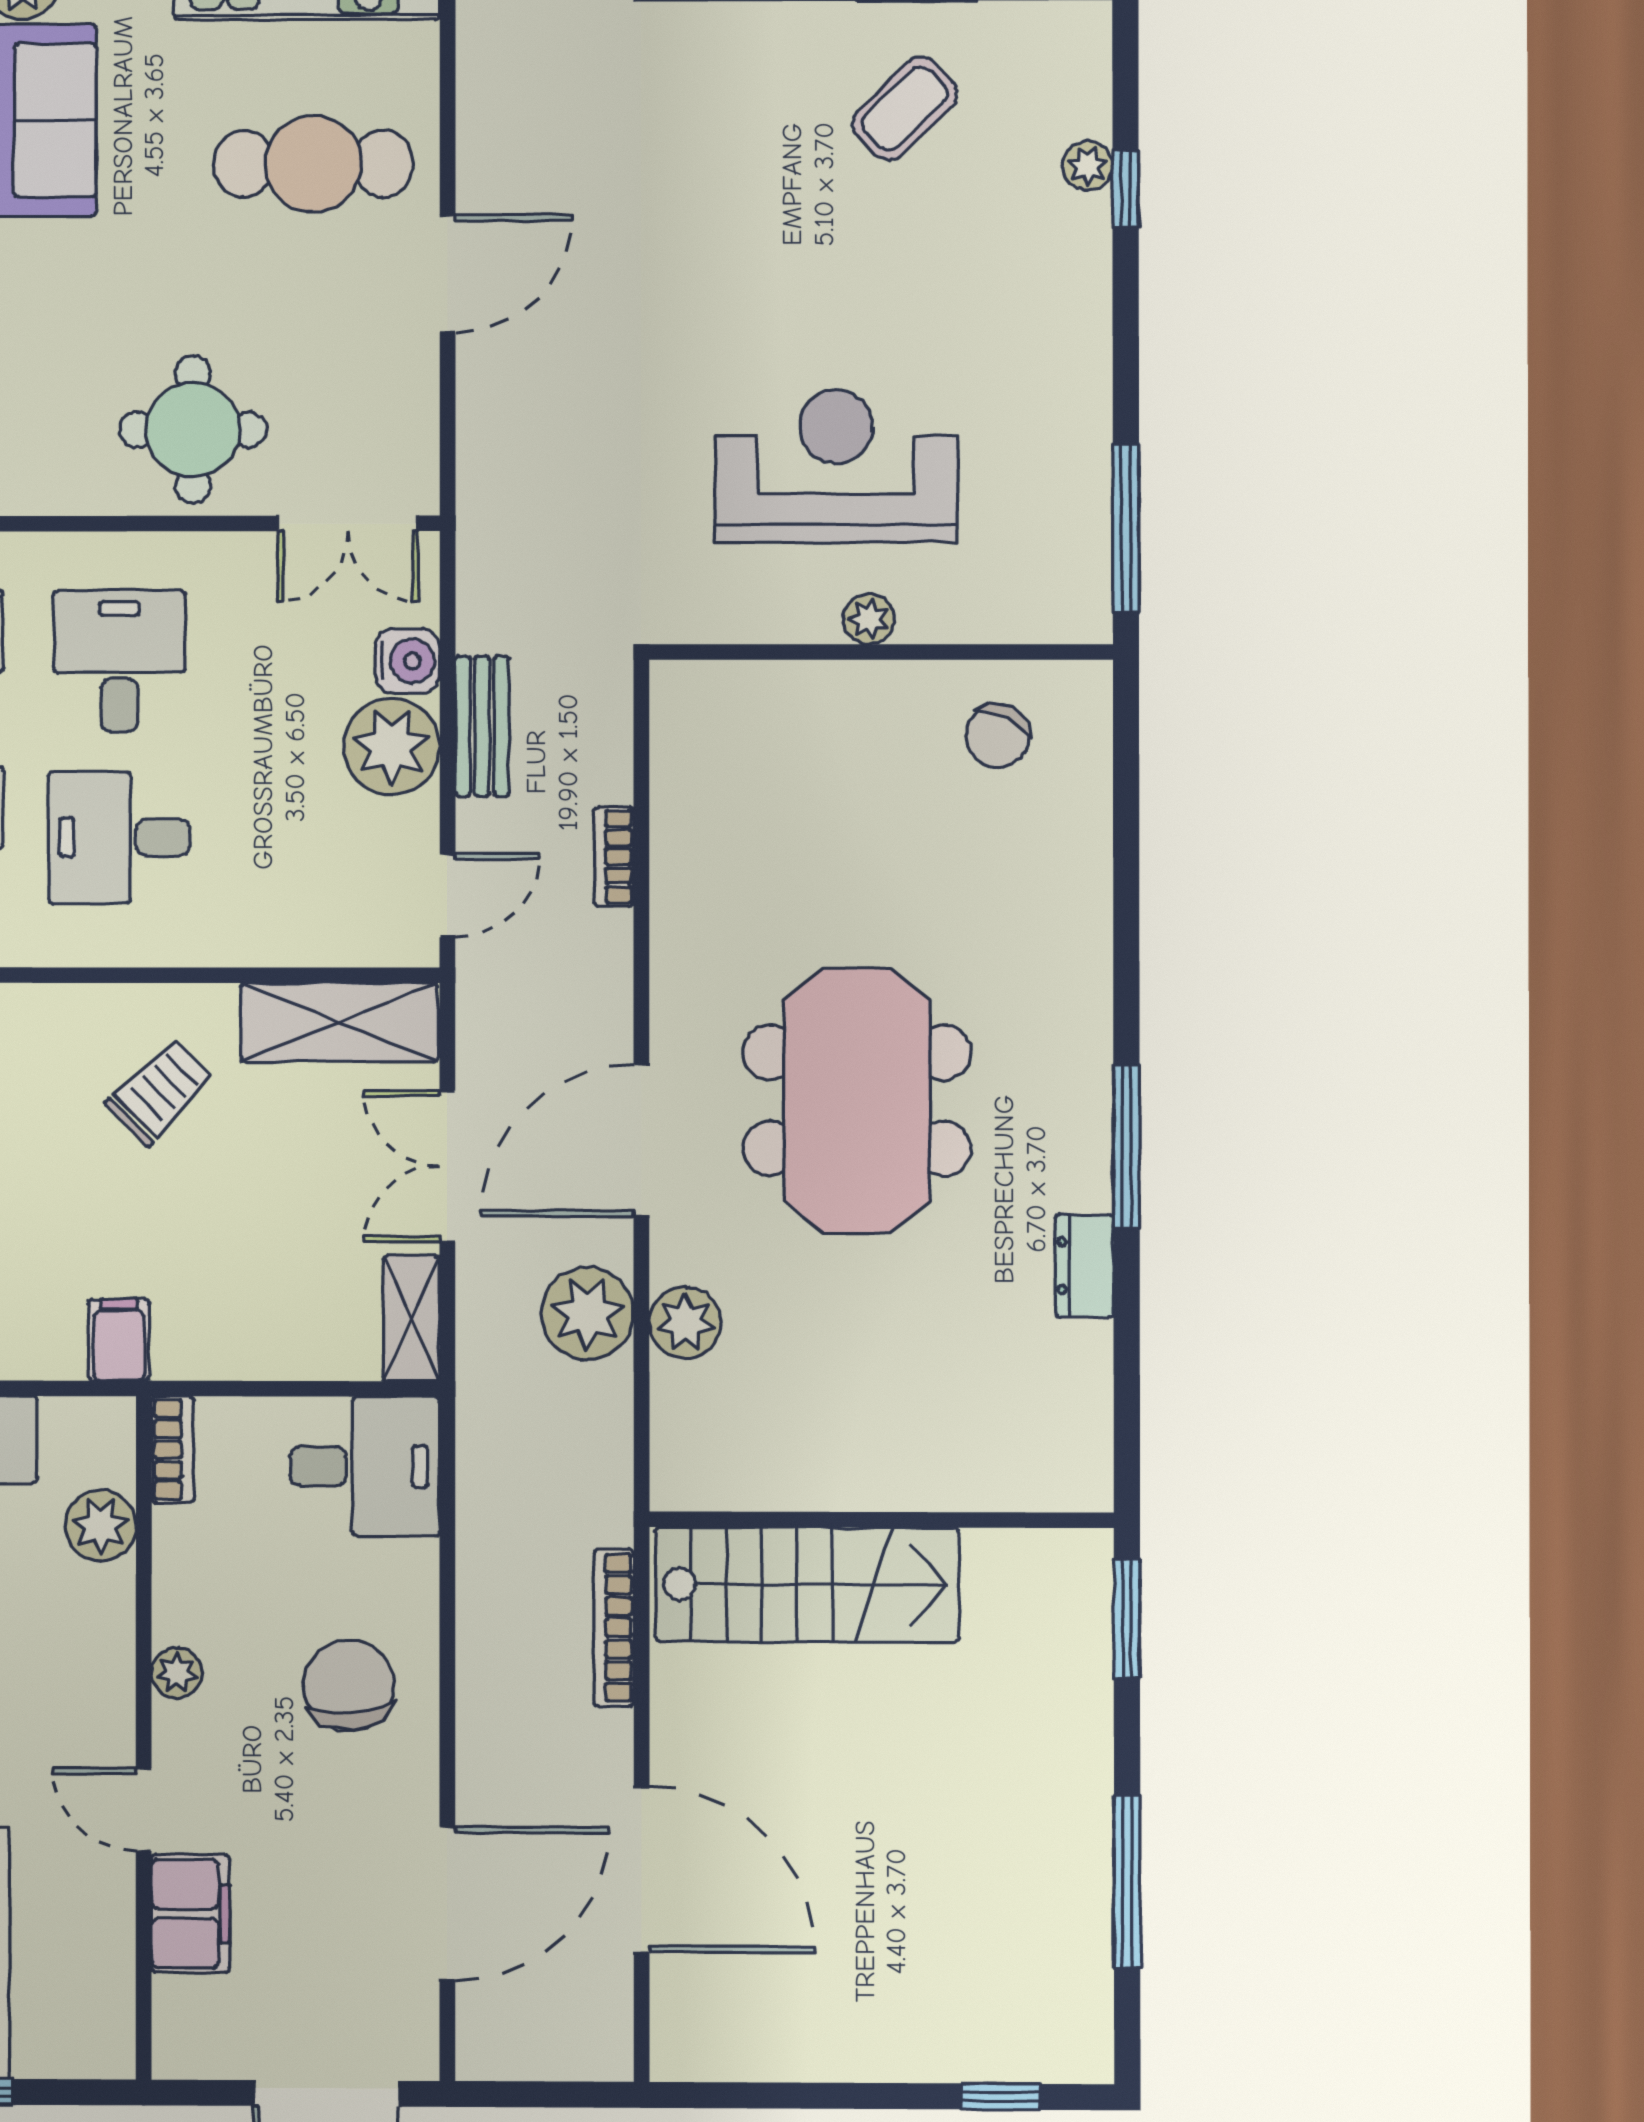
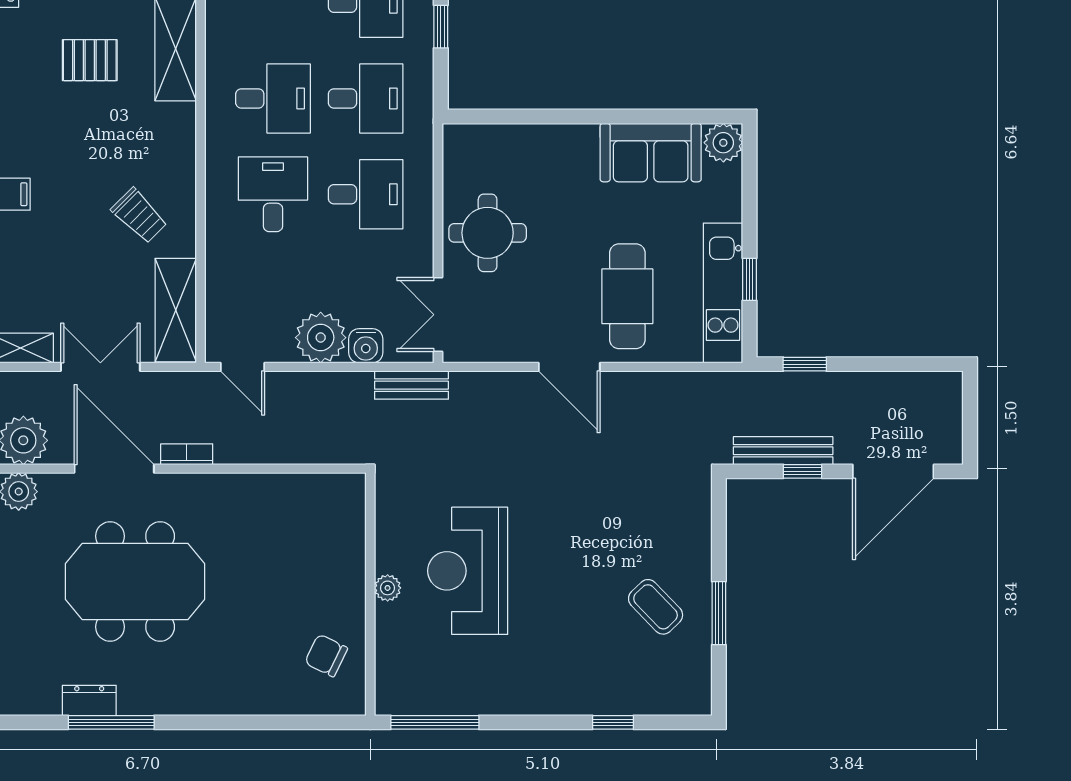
plant: (1088, 166) -> (625, 703), removed
reception desk: (836, 466) -> (468, 571), turned 180
bench: (482, 726) -> (412, 385), moved
bookcase: (614, 857) -> (187, 454), moved
dresser: (1085, 1266) -> (89, 700), moved

